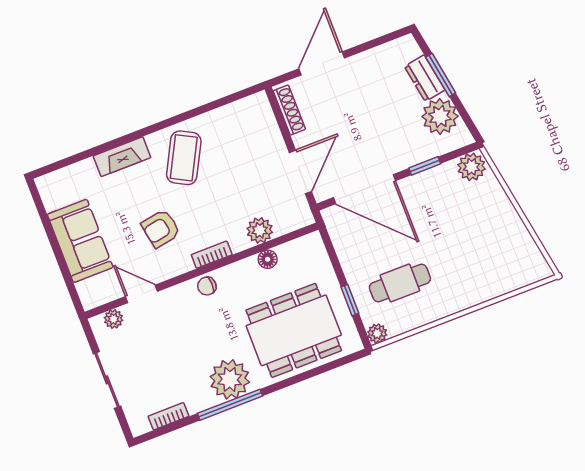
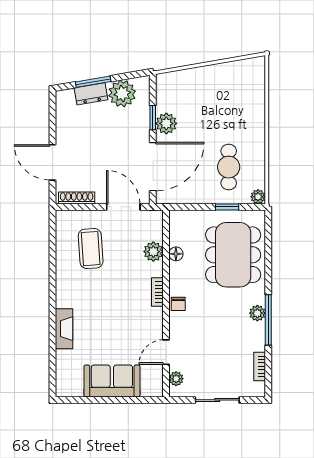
coffee table: (184, 158) -> (91, 249), moved, turned 58
plant: (472, 167) -> (166, 123), moved
armchair: (161, 229) -> (125, 321), removed
plant: (230, 379) -> (257, 313), width x0.53, depth x0.53

